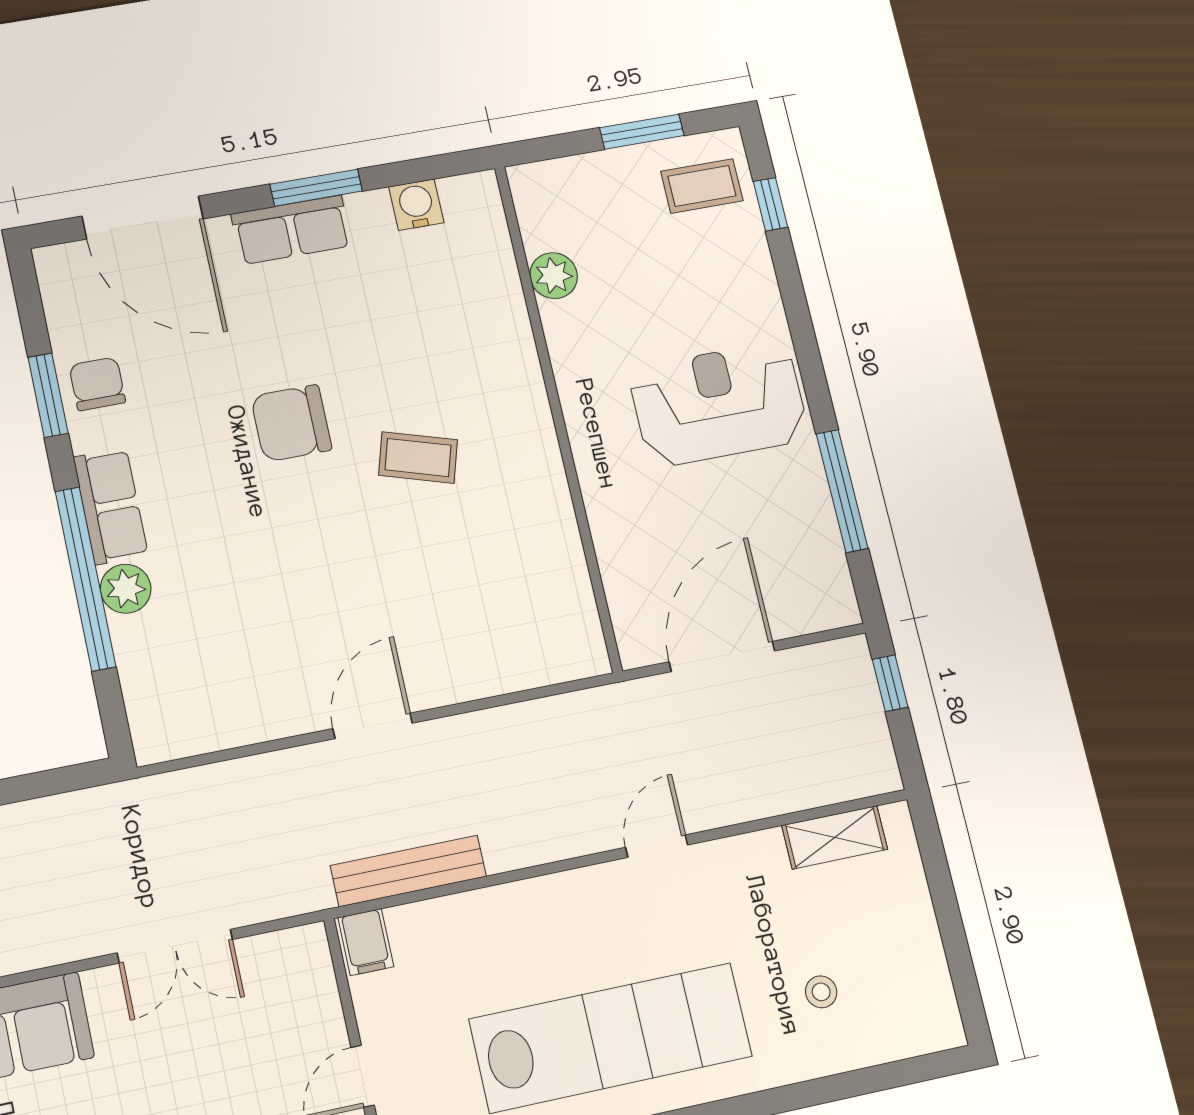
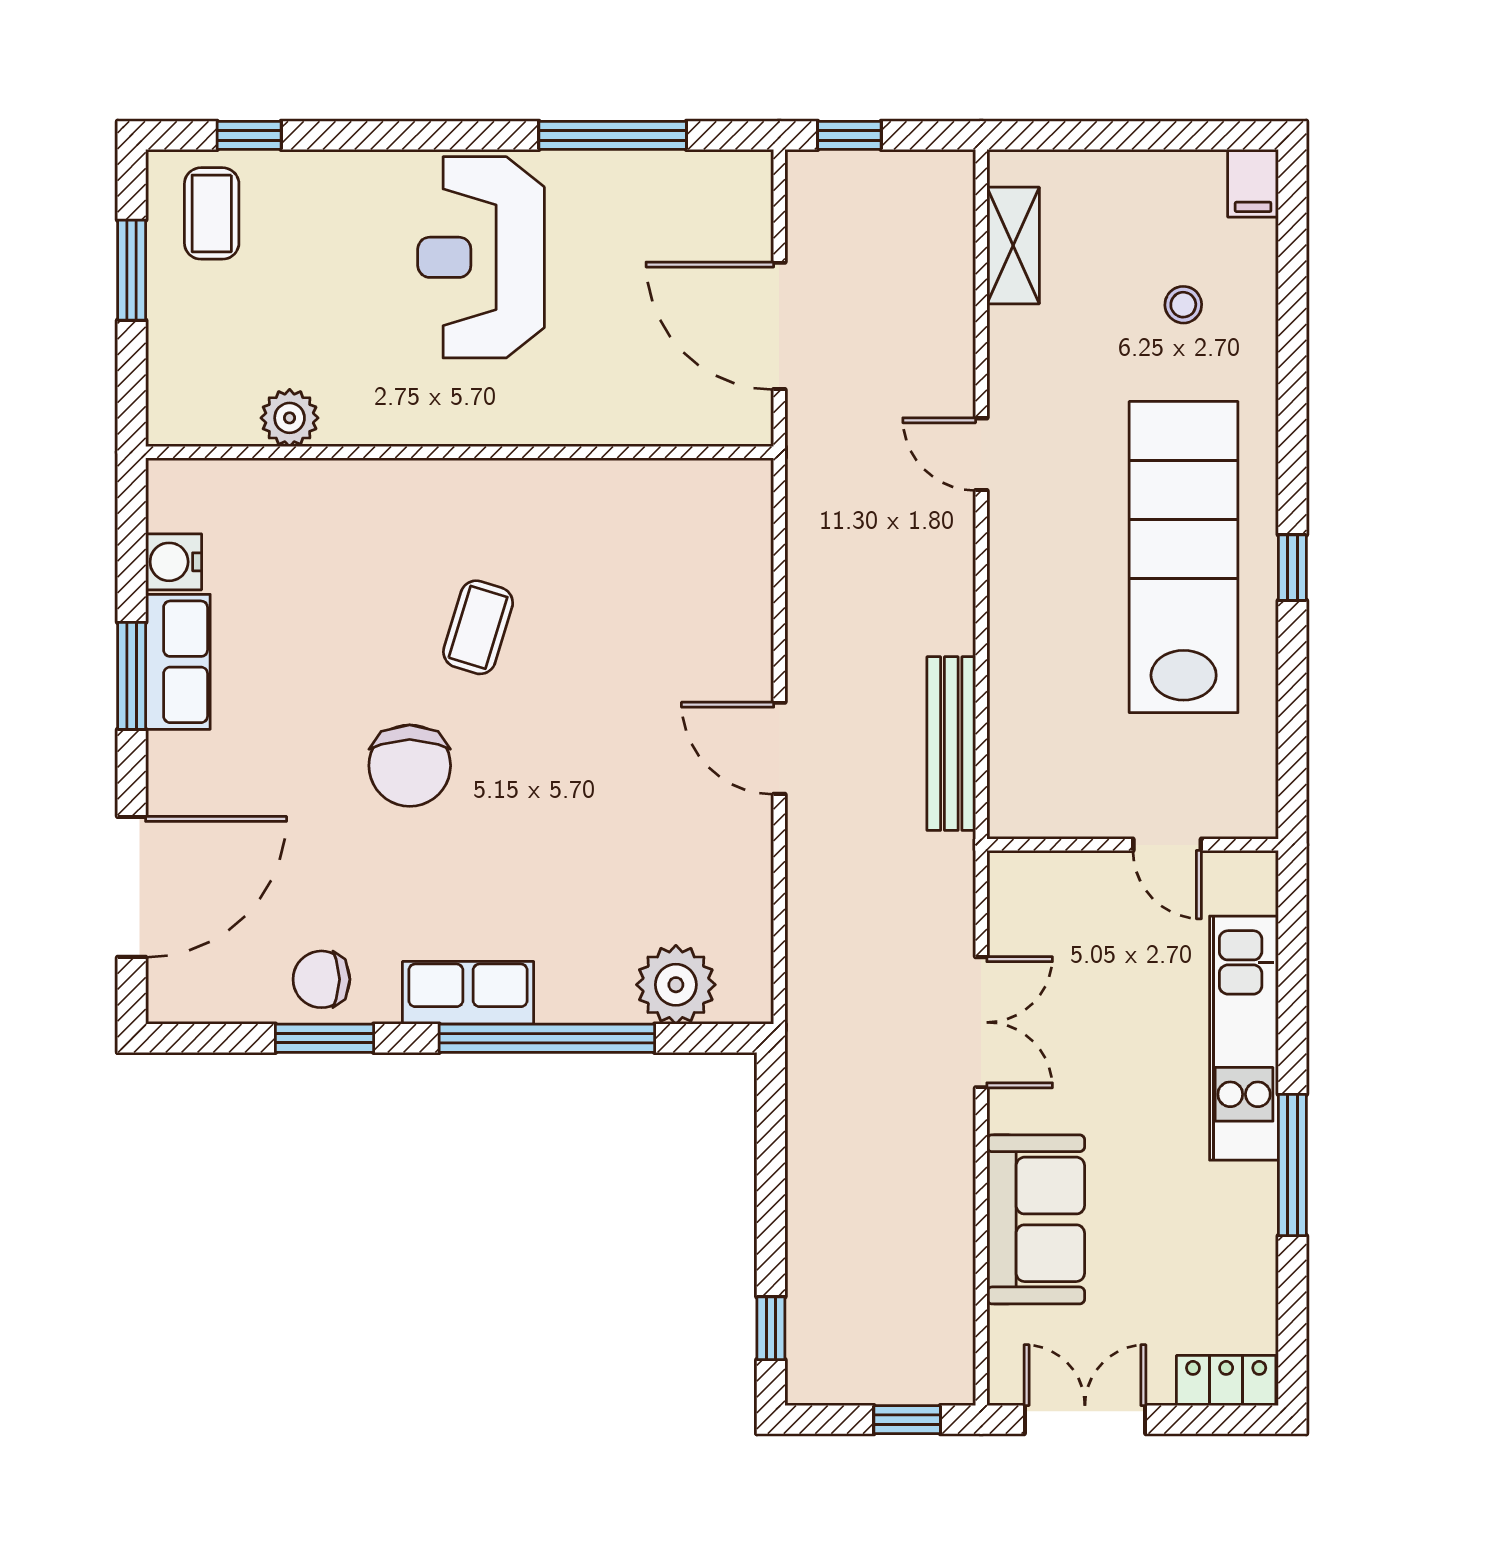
row of seats: (292, 230) -> (178, 662), moved
plant: (126, 589) -> (676, 985), moved, width x1.36, depth x1.36
filing cabinet: (366, 942) -> (1253, 183), moved, turned 90

